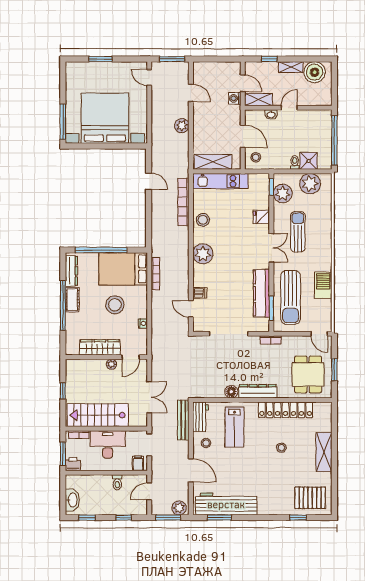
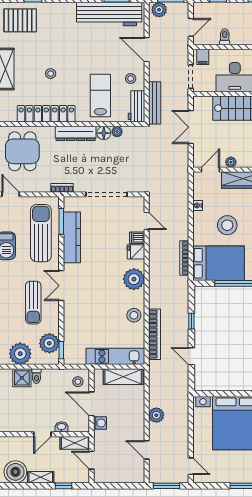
washing machine: (235, 98) -> (100, 423), moved
window: (149, 214) -> (191, 321), added
fridge: (261, 217) -> (136, 252), moved, turned 180
plant: (219, 393) -> (117, 132), added

